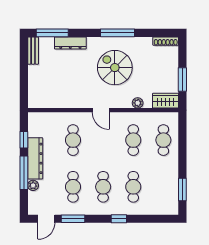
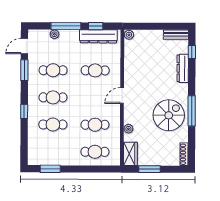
window: (52, 33) -> (192, 52), width x0.46
spiral stairs: (115, 68) -> (169, 115), moved
plant: (33, 103) -> (129, 35), added
dresser: (35, 158) -> (98, 36), moved
door: (46, 219) -> (24, 46), hinge flipped

